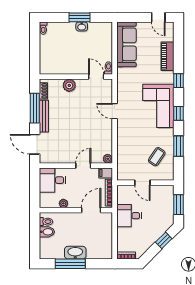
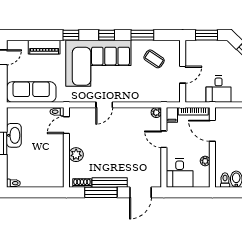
washbasin: (82, 26) -> (14, 135), width x1.91, depth x1.45
corner sofa: (158, 106) -> (98, 63), width x1.36, depth x1.36

